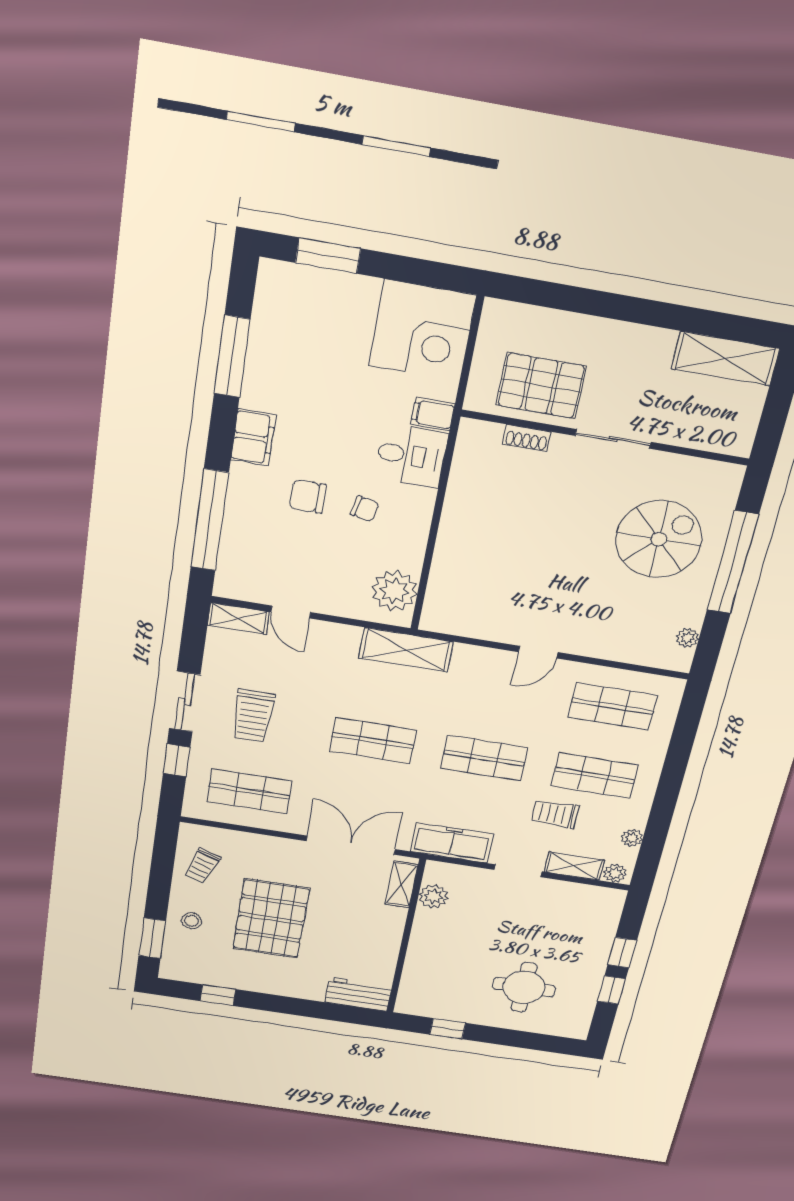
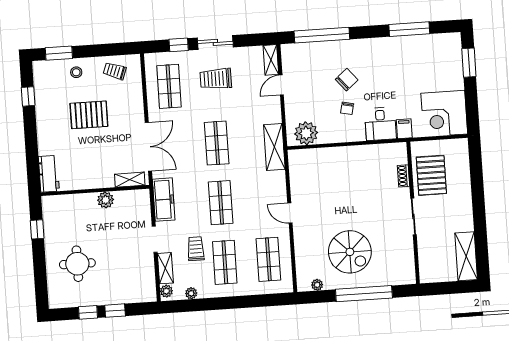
filing cabinet: (253, 438) -> (371, 47), removed
chair: (308, 496) -> (347, 80), turned 50
spiral stairs: (659, 539) -> (350, 252), moved
plant: (433, 896) -> (106, 200), moved
pallet: (271, 918) -> (89, 115), width x0.73, depth x0.71

